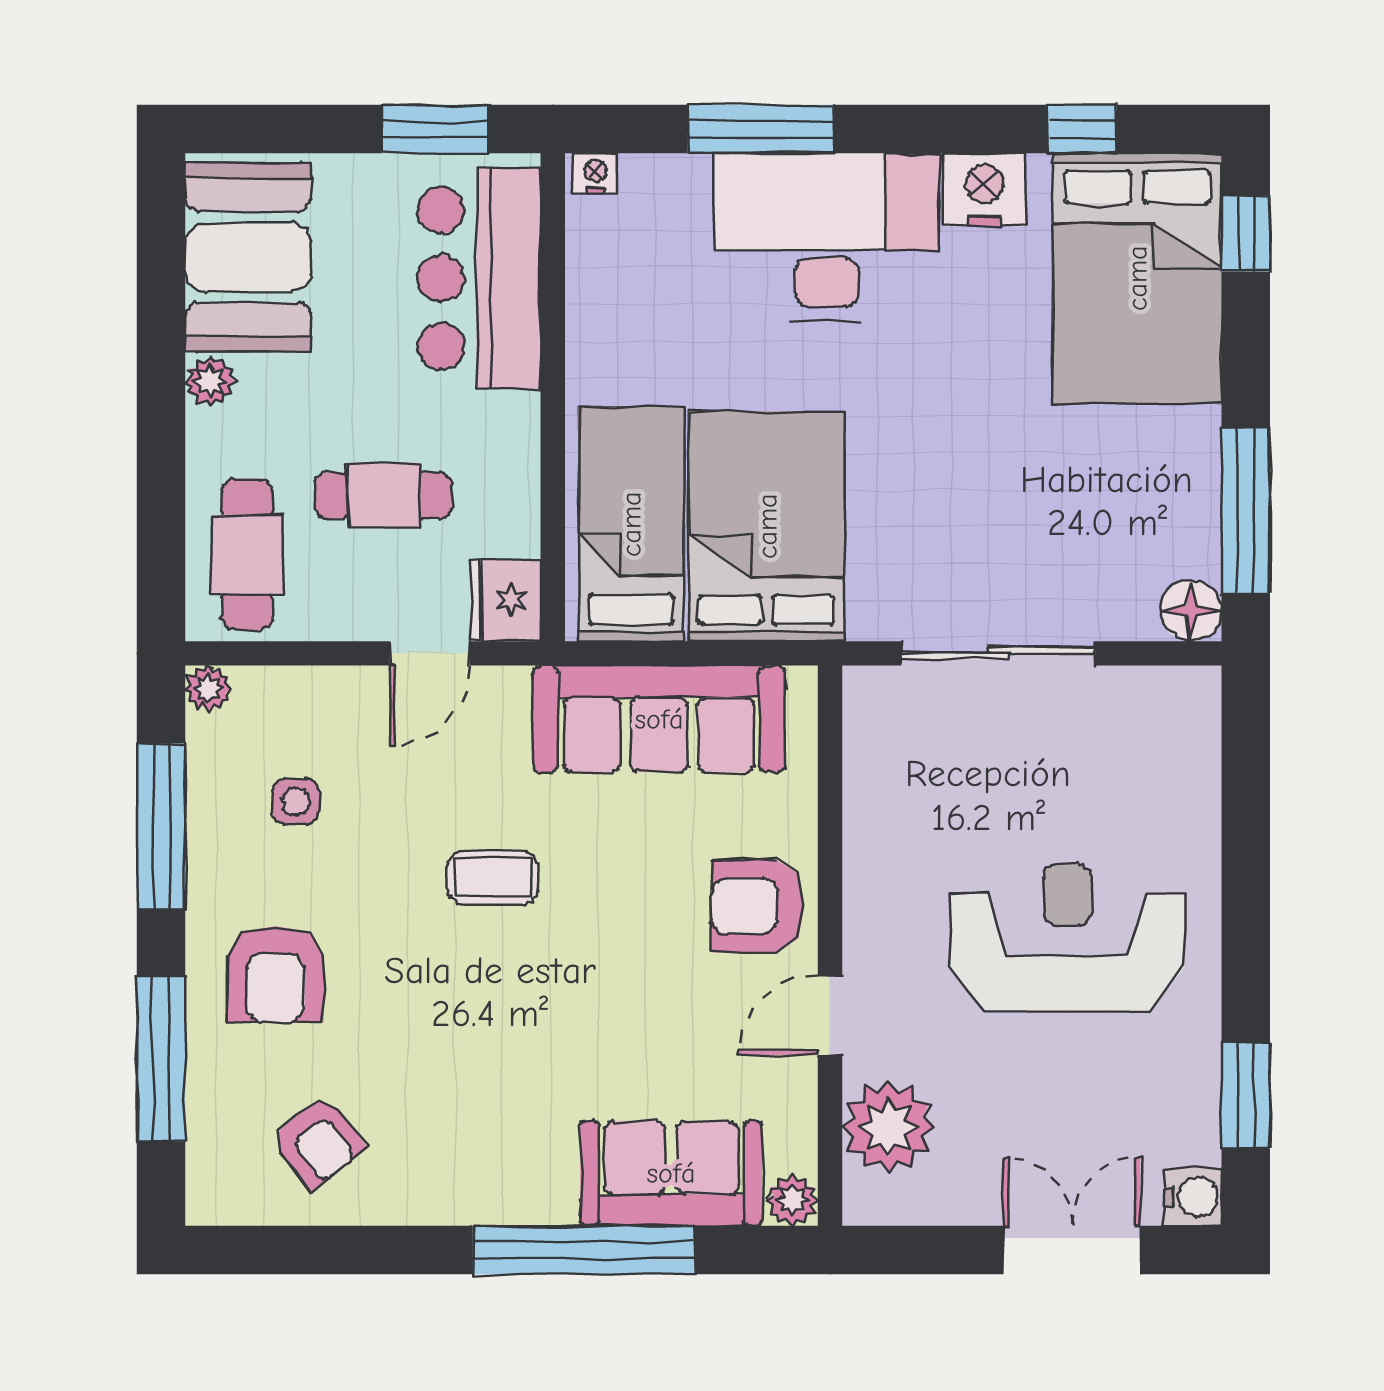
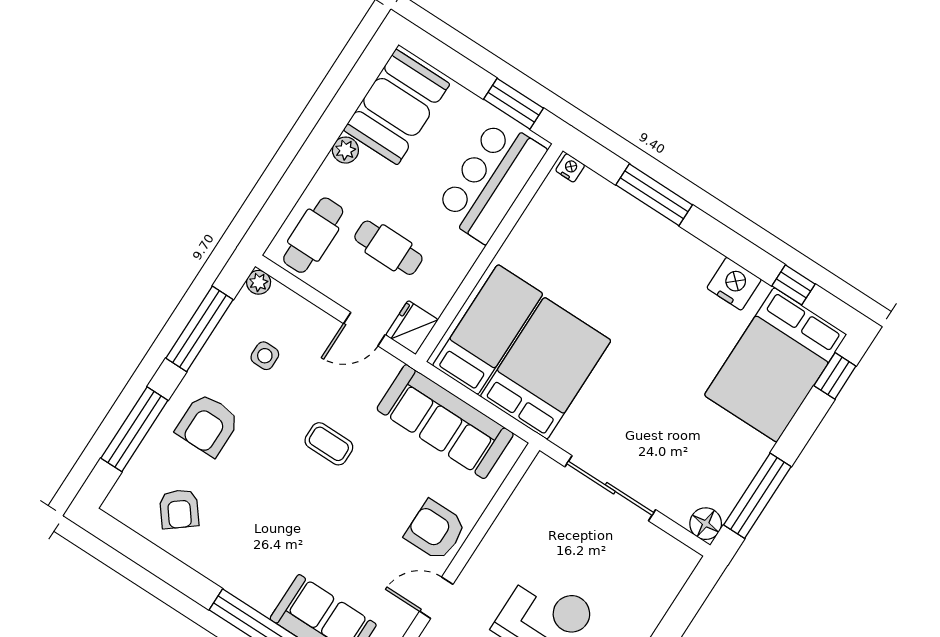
desk: (827, 237) -> (653, 260), removed

